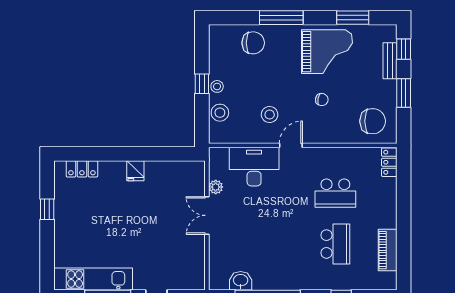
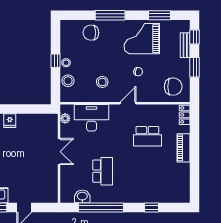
chair: (253, 43) -> (91, 33), turned 180
grand piano: (327, 52) -> (142, 39), turned 180
door: (291, 145) -> (128, 103), moved
plant: (216, 187) -> (65, 118), moved
double door: (207, 215) -> (59, 152), swing flipped
school desk: (335, 244) -> (103, 171), moved
piano: (388, 250) -> (184, 148), moved

